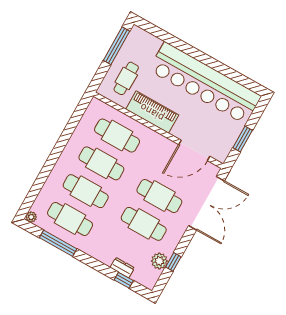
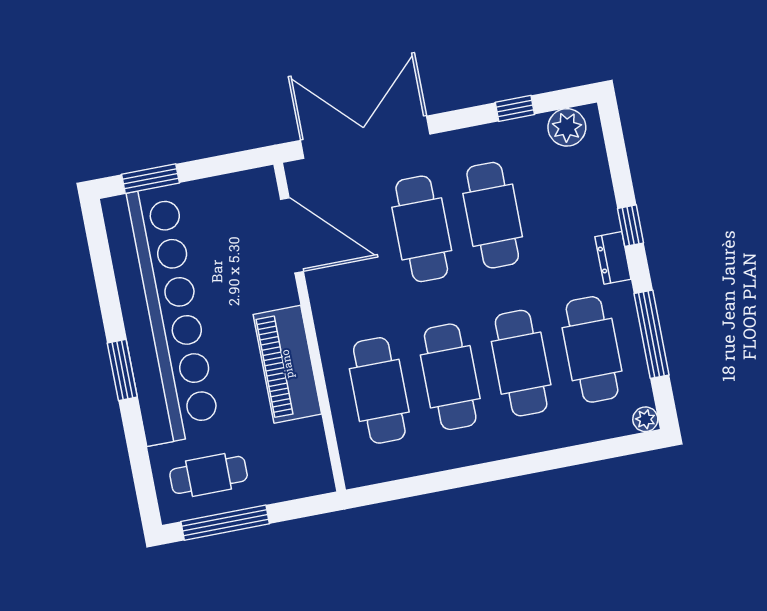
window: (197, 55) -> (122, 370), added
cafe table: (126, 78) -> (209, 475), moved
window: (243, 139) -> (150, 179), moved
plant: (159, 261) -> (567, 127), moved
dresser: (122, 268) -> (613, 258), moved
window: (124, 280) -> (631, 226), moved

